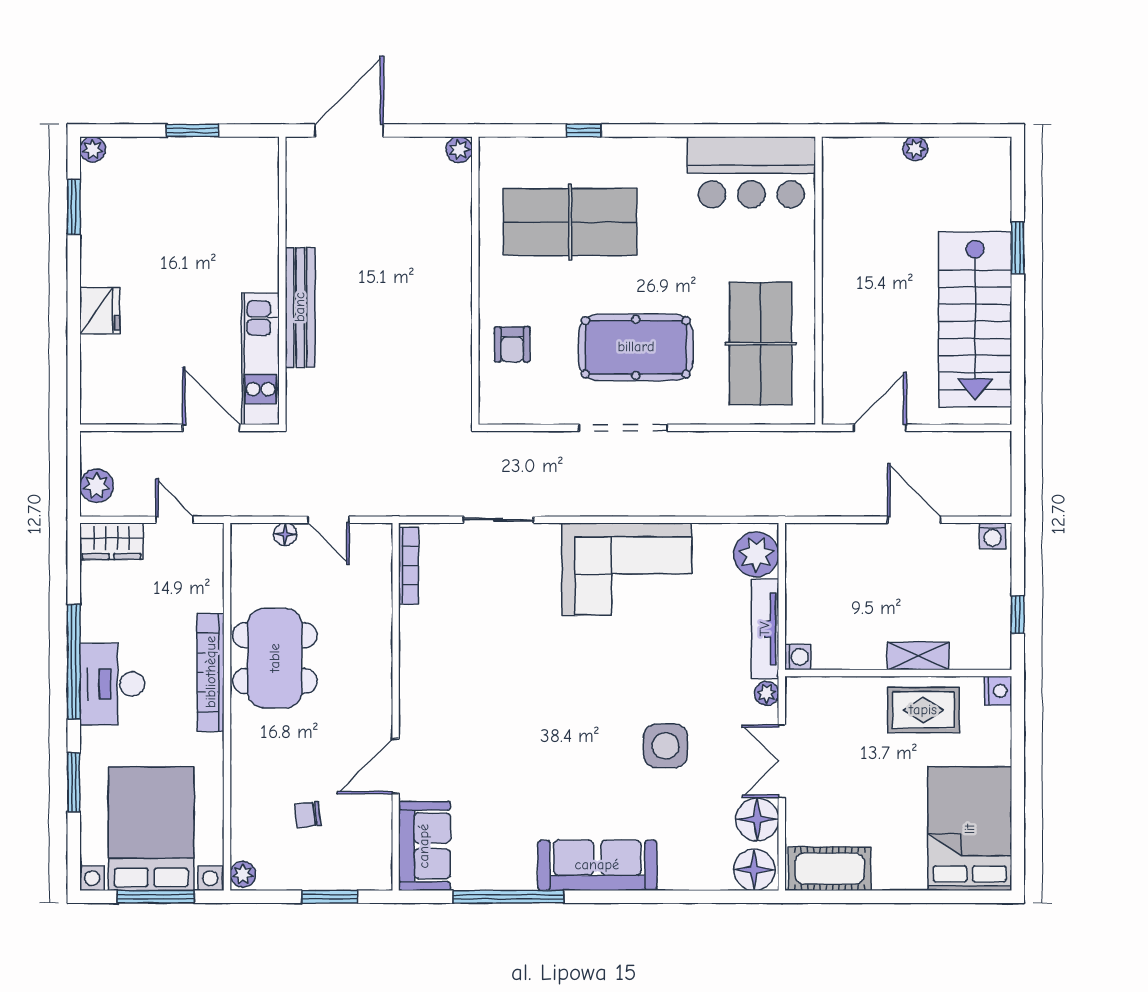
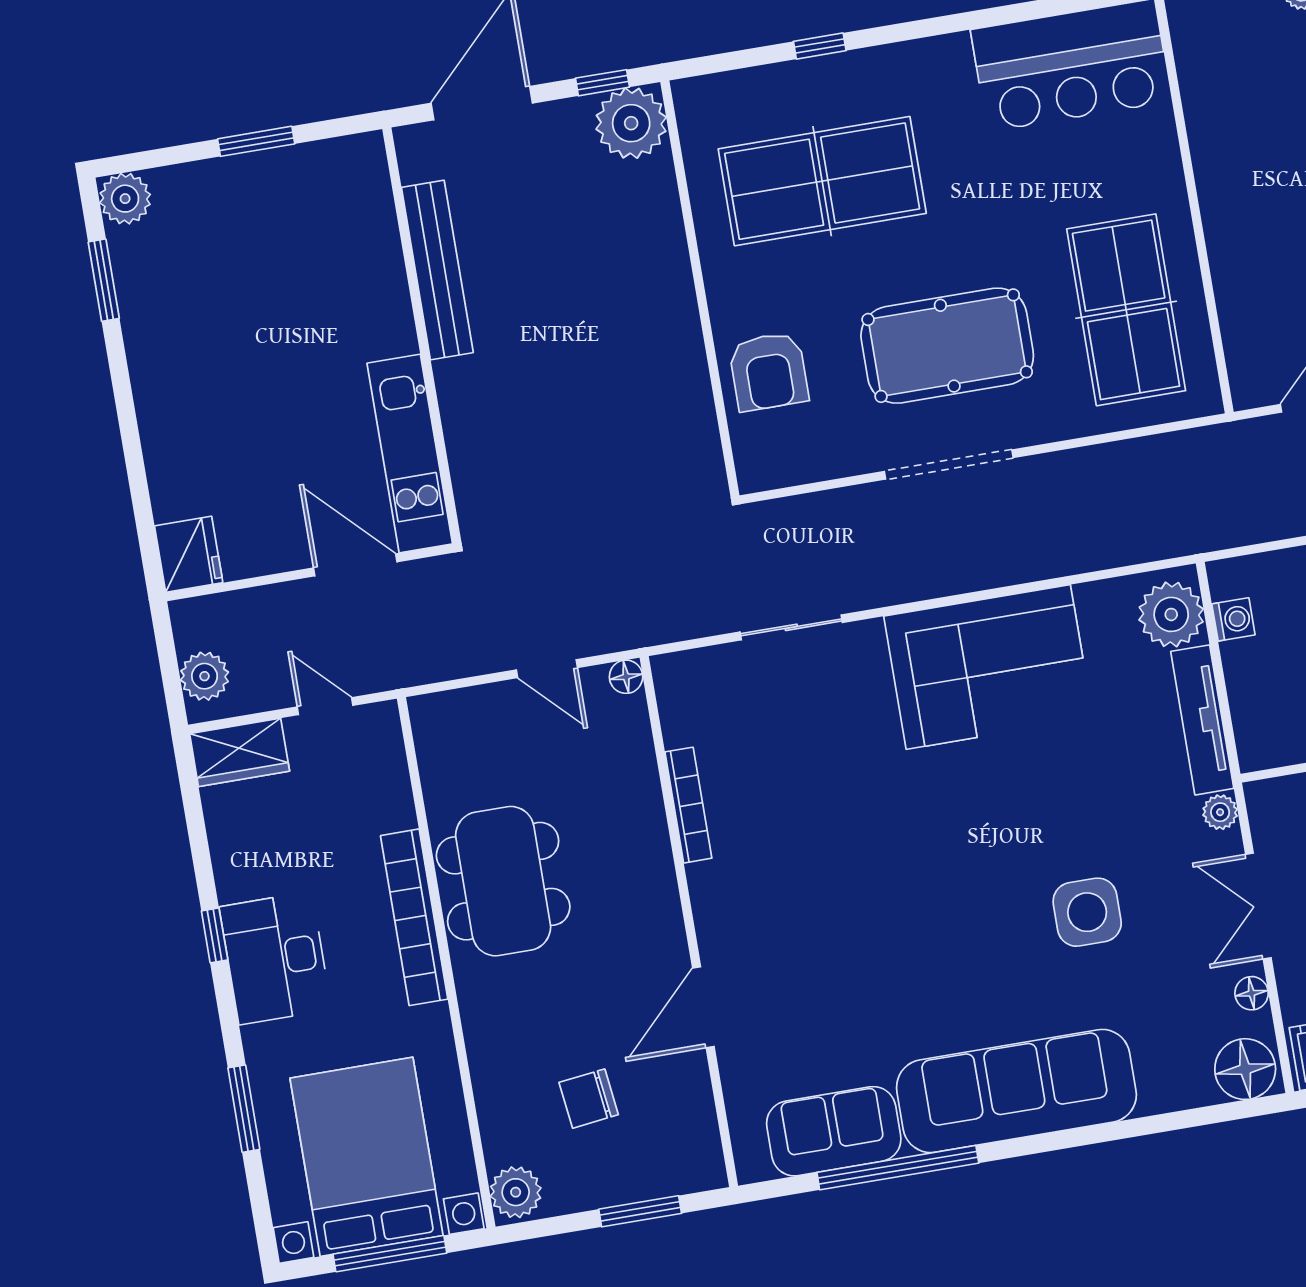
window: (433, 131) -> (603, 83), added
plant: (93, 149) -> (125, 199), width x1.38, depth x1.38
plant: (459, 150) -> (631, 123), width x1.87, depth x1.87
bench: (300, 307) -> (437, 270), moved
fridge: (100, 311) -> (189, 554), moved
armchair: (512, 344) -> (769, 372), width x1.38, depth x1.38
floor lamp: (285, 534) -> (626, 677), moved
bookcase: (409, 566) -> (688, 805), moved
washing machine: (798, 657) -> (1233, 619), moved
window: (74, 662) -> (215, 935), width x0.32
chair: (308, 815) -> (589, 1099), width x1.37, depth x1.37
floor lamp: (757, 819) -> (1252, 993), width x0.53, depth x0.53
sofa: (424, 846) -> (834, 1131), moved, turned -90
sofa: (597, 865) -> (1016, 1091), width x1.36, depth x1.27
plant: (243, 874) -> (516, 1192), width x1.38, depth x1.38

